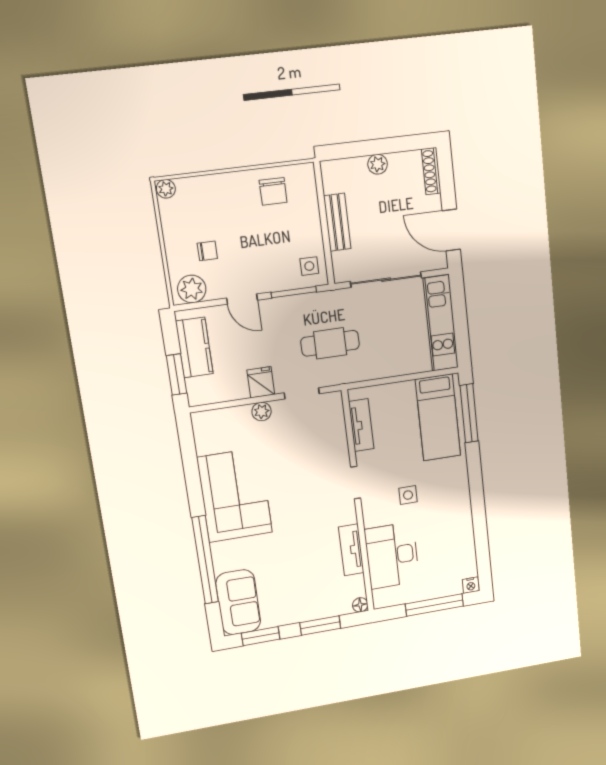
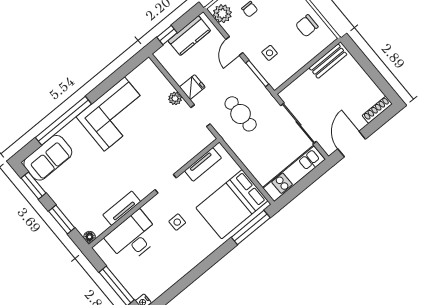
plant: (378, 164) -> (361, 76), removed
bench: (337, 222) -> (328, 61), moved
side table: (309, 266) -> (270, 53), moved
window: (176, 374) -> (167, 35), width x0.67
bed: (438, 418) -> (232, 204), width x1.50

